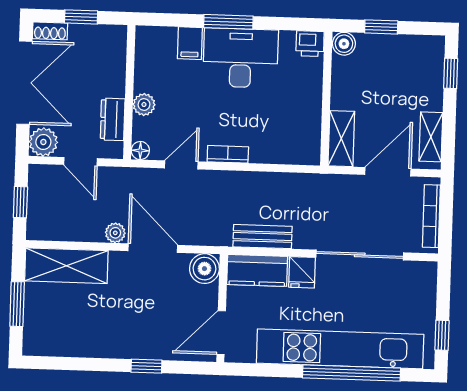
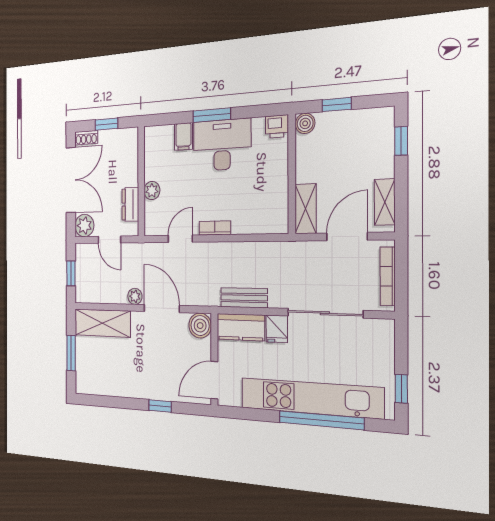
floor lamp: (140, 151) -> (150, 228), removed

